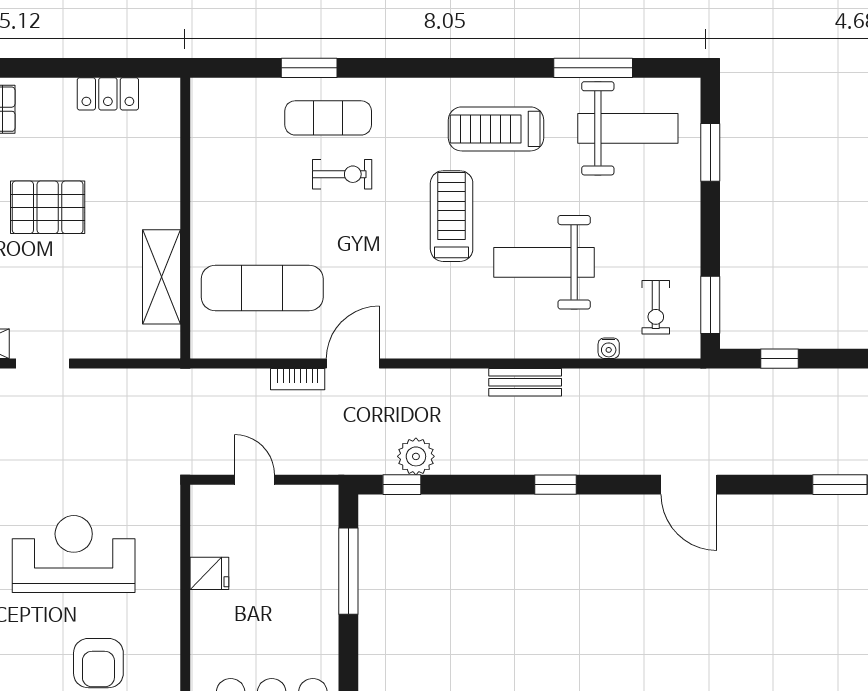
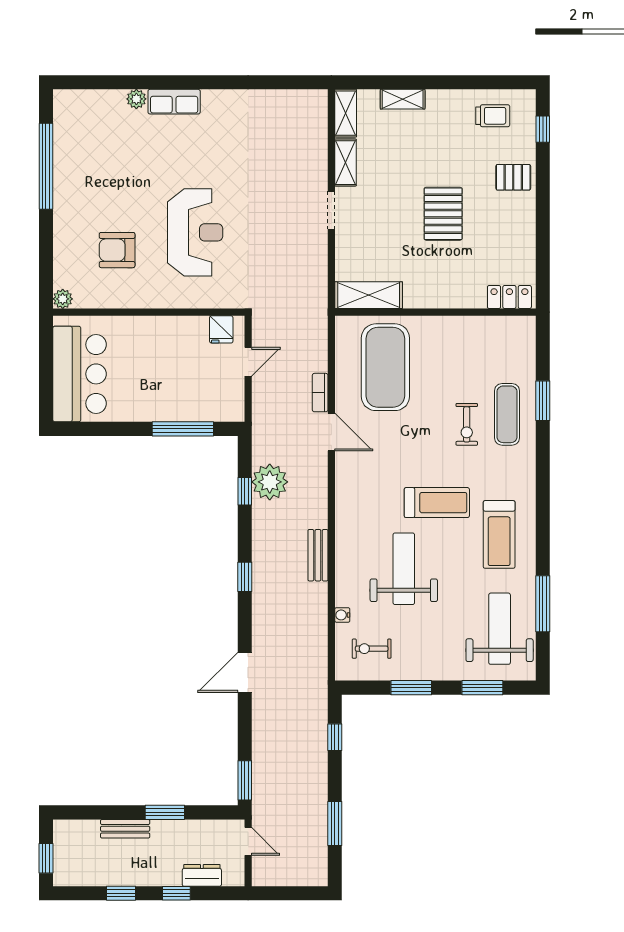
locker: (108, 94) -> (509, 297), moved, turned 90
weight bench: (628, 128) -> (500, 629), turned 180
treadmill: (496, 129) -> (499, 534), turned 180
shelving: (162, 277) -> (369, 295), moved
exercise mat: (262, 288) -> (385, 367), width x1.47
window: (710, 305) -> (411, 688), moved
plant: (416, 456) -> (270, 482), width x1.36, depth x1.36
window: (402, 485) -> (245, 491), moved
fridge: (209, 573) -> (221, 329), moved

